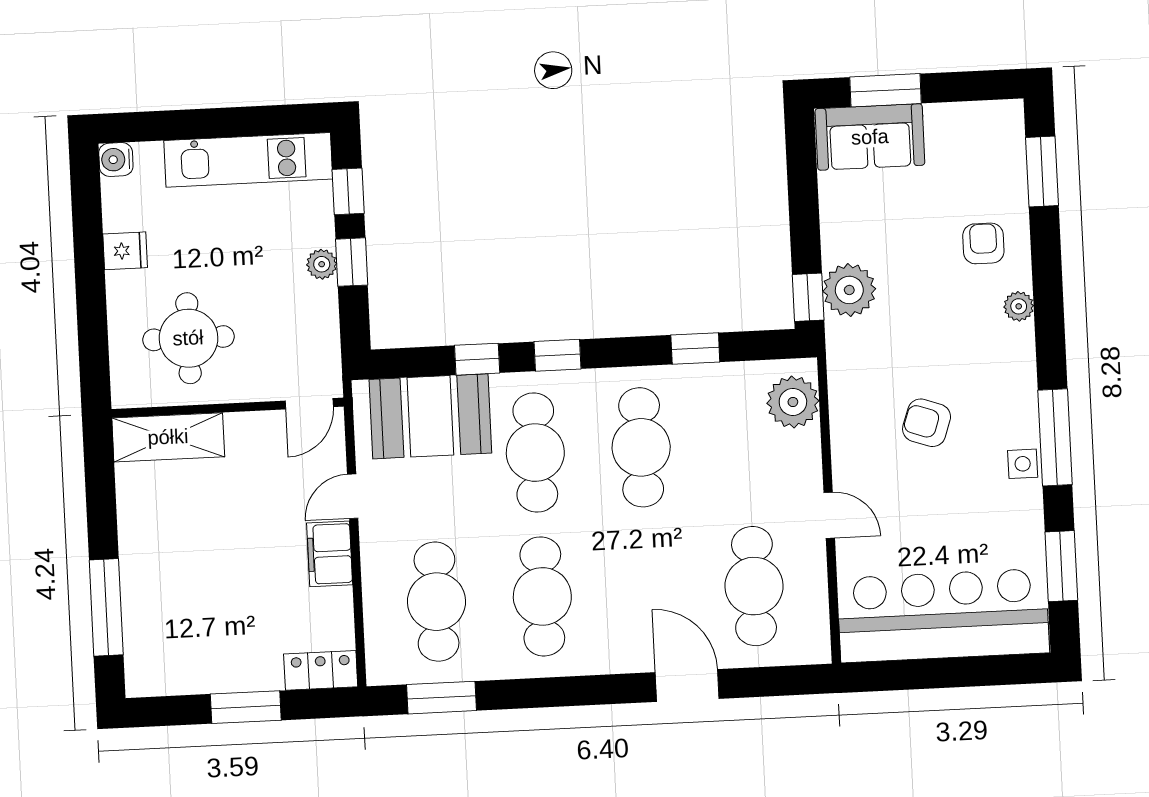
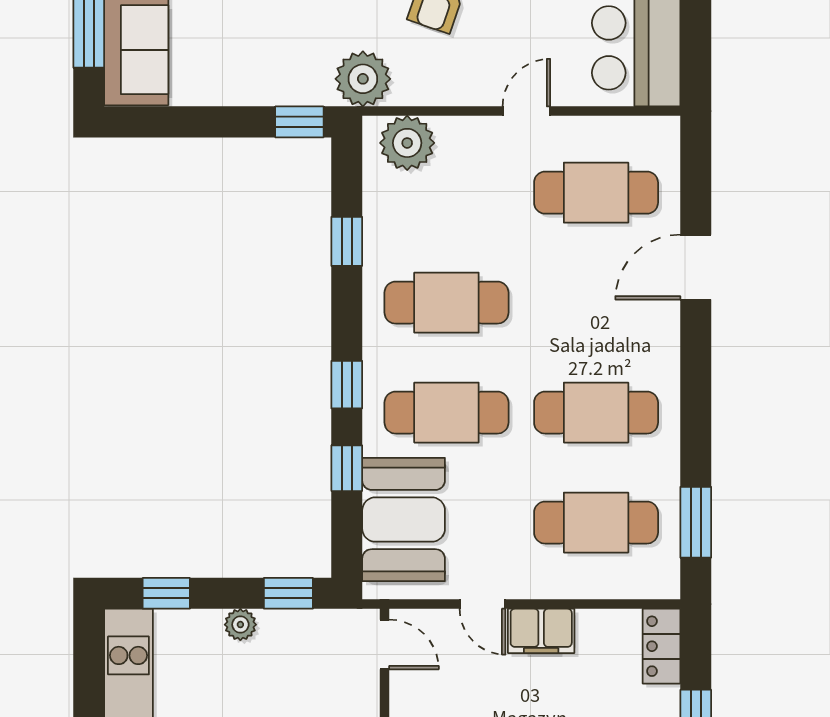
window: (352, 262) -> (288, 593), moved
plant: (849, 290) -> (363, 79), moved

